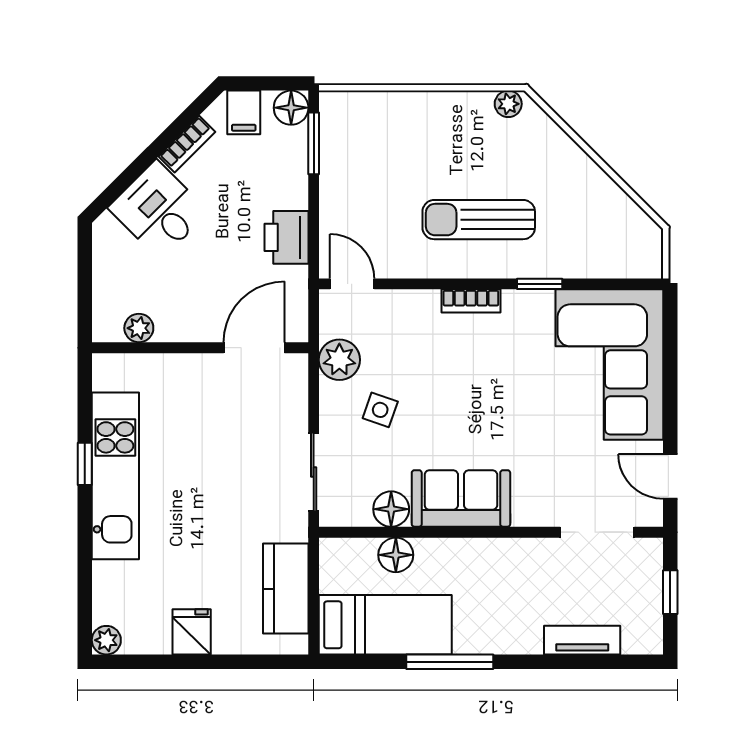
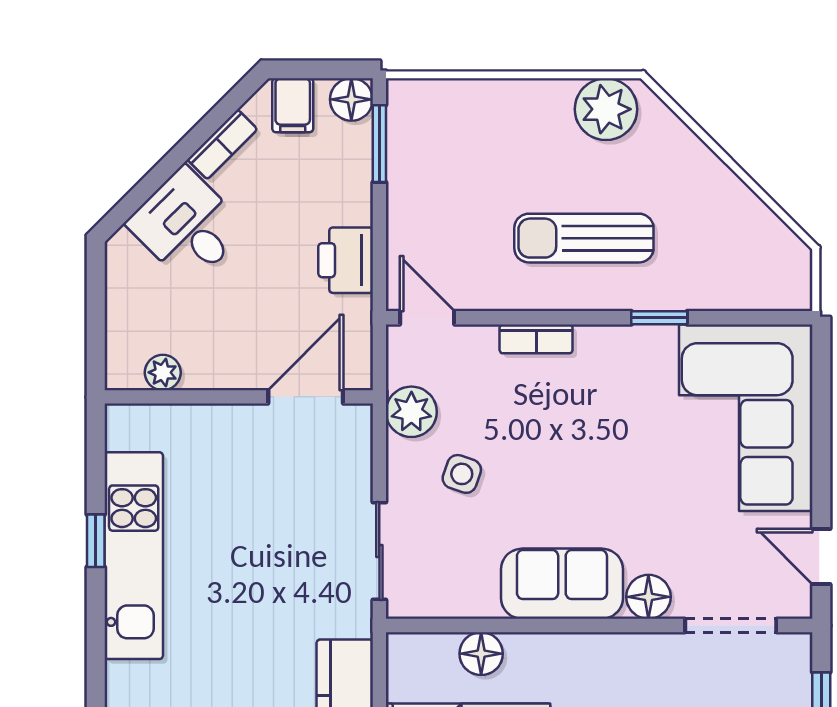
plant: (508, 104) -> (606, 109), width x1.87, depth x1.87
bookcase: (471, 301) -> (536, 339), moved
floor lamp: (391, 509) -> (648, 597), moved

